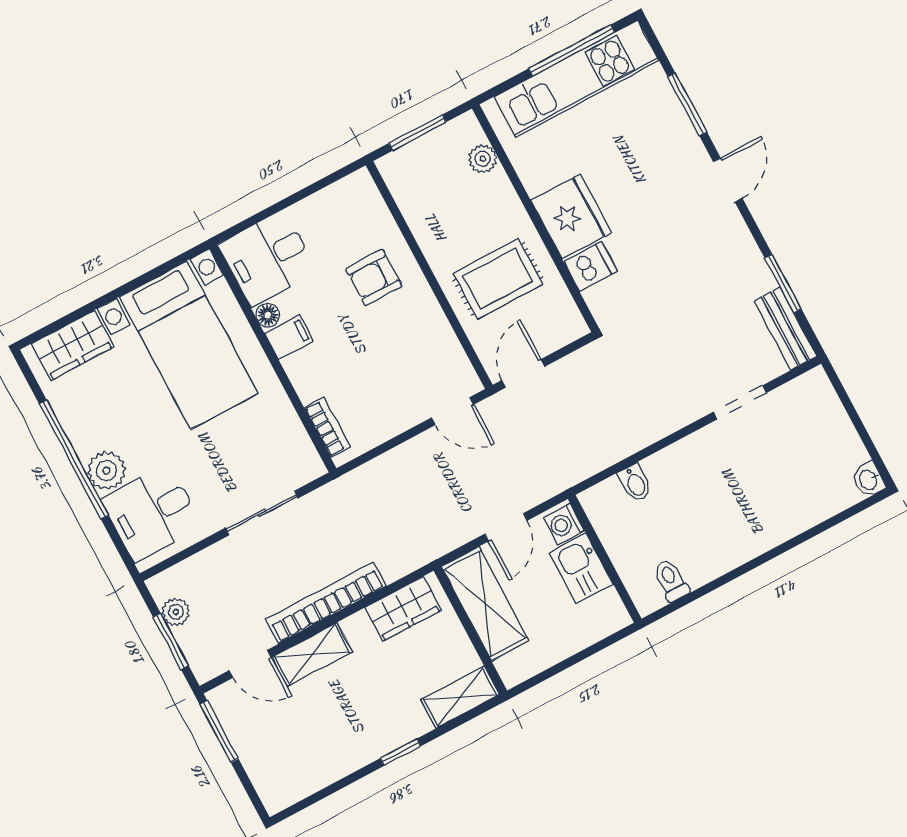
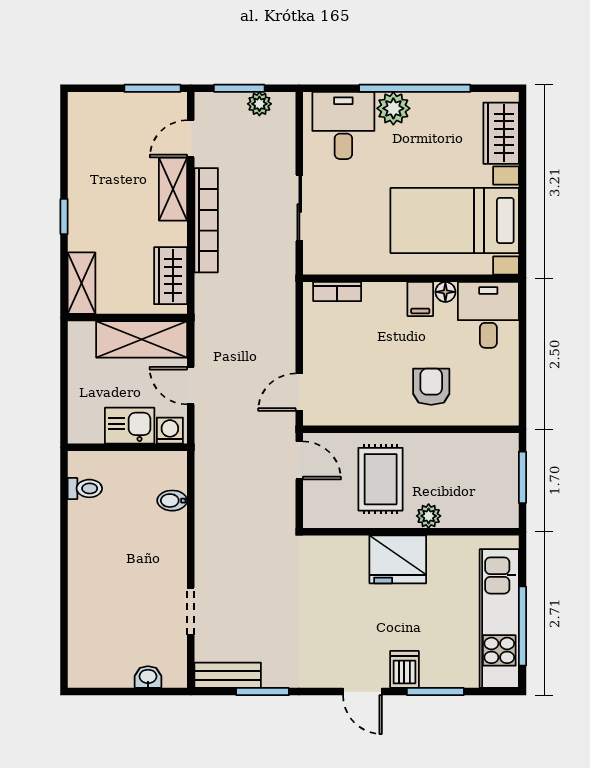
plant: (483, 159) -> (429, 516), moved
dishwasher: (590, 266) -> (404, 669), moved, turned 180
washbasin: (869, 480) -> (148, 677), moved

